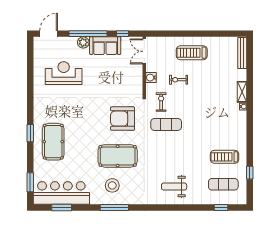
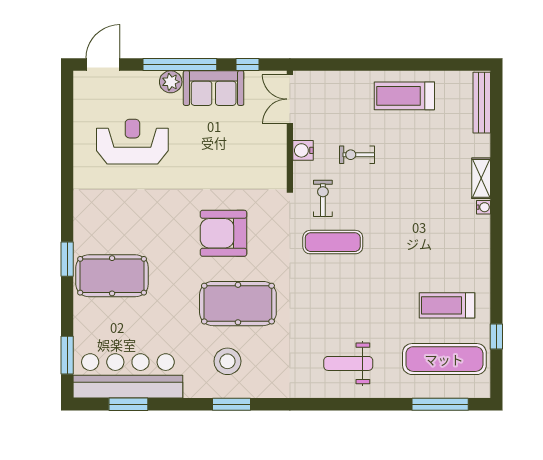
treadmill: (192, 53) -> (404, 96), moved
armchair: (122, 119) -> (224, 233), moved
pool table: (53, 142) -> (112, 276), turned 90
exercise mat: (223, 184) -> (444, 359), width x1.36, depth x1.45
window: (114, 207) -> (231, 404), width x0.69
window: (221, 207) -> (440, 404), width x2.17

